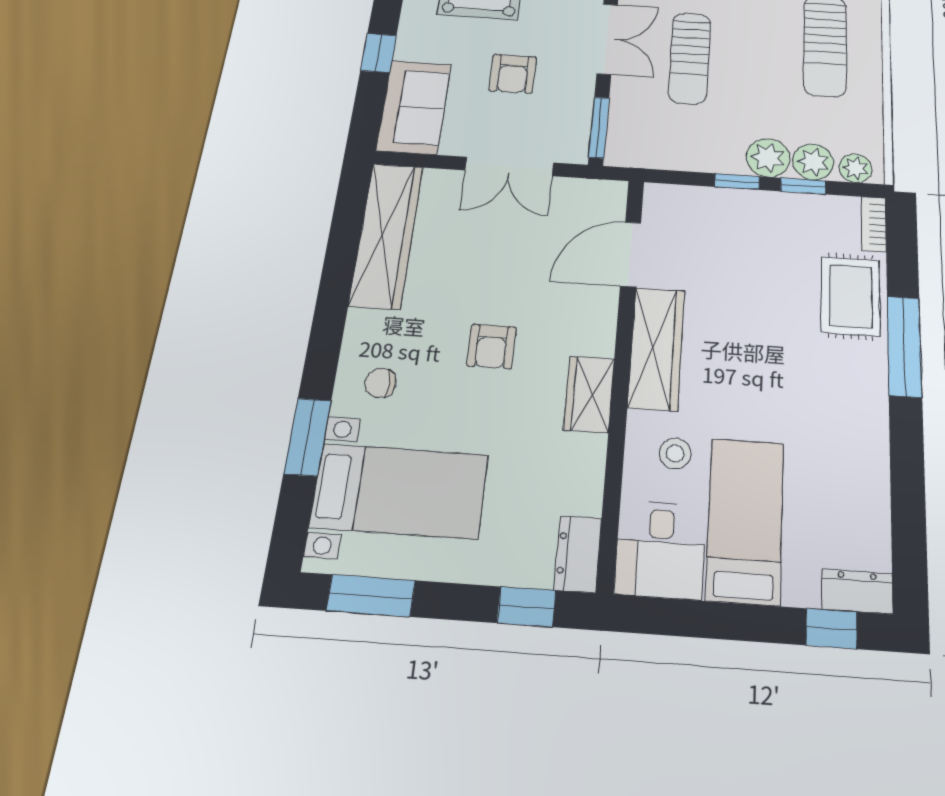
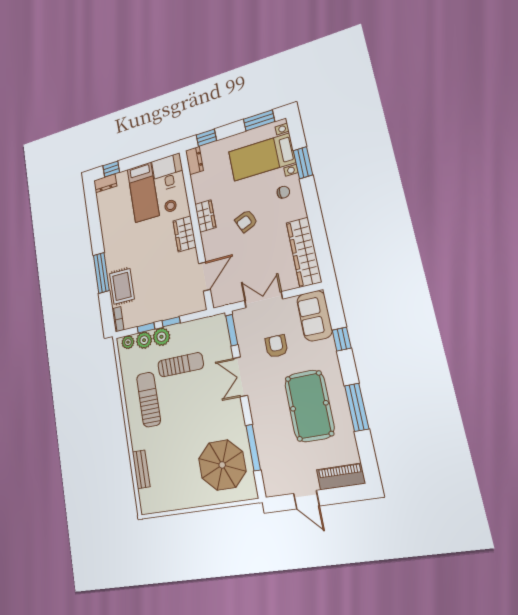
sun lounger: (690, 58) -> (181, 365), moved, turned 90
armchair: (491, 346) -> (246, 221), turned -113
wardrobe: (656, 348) -> (184, 234), width x0.67

